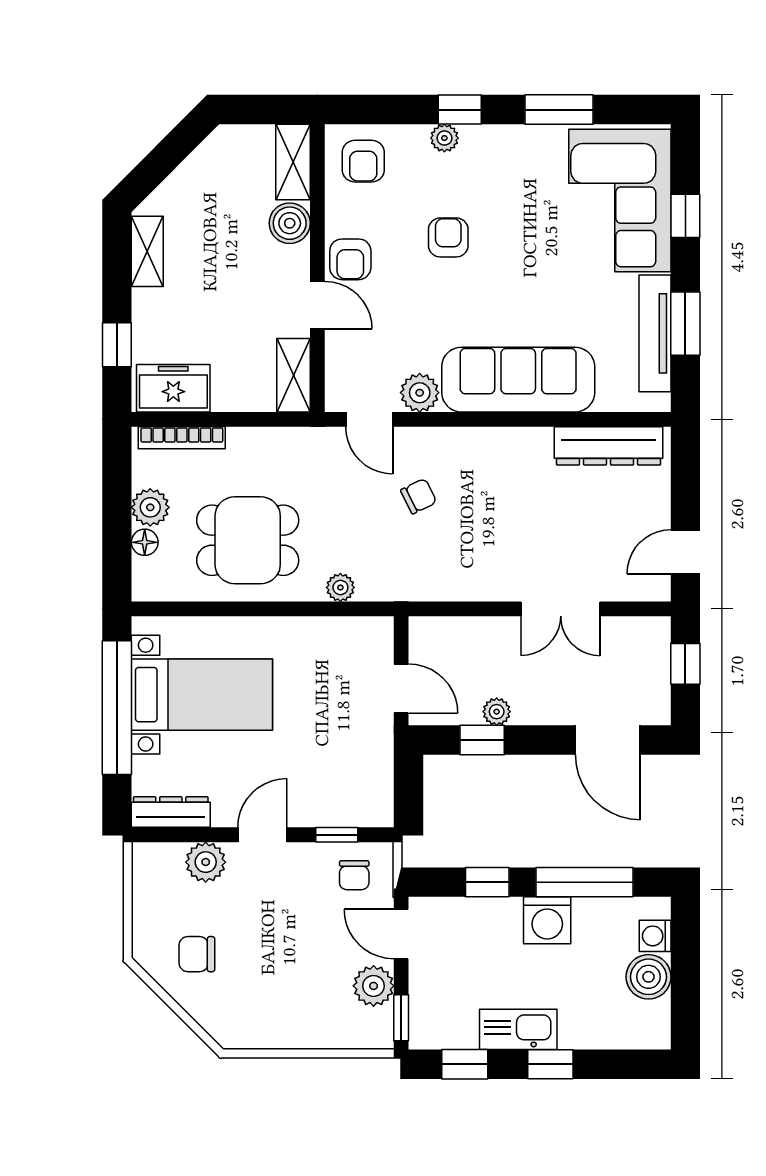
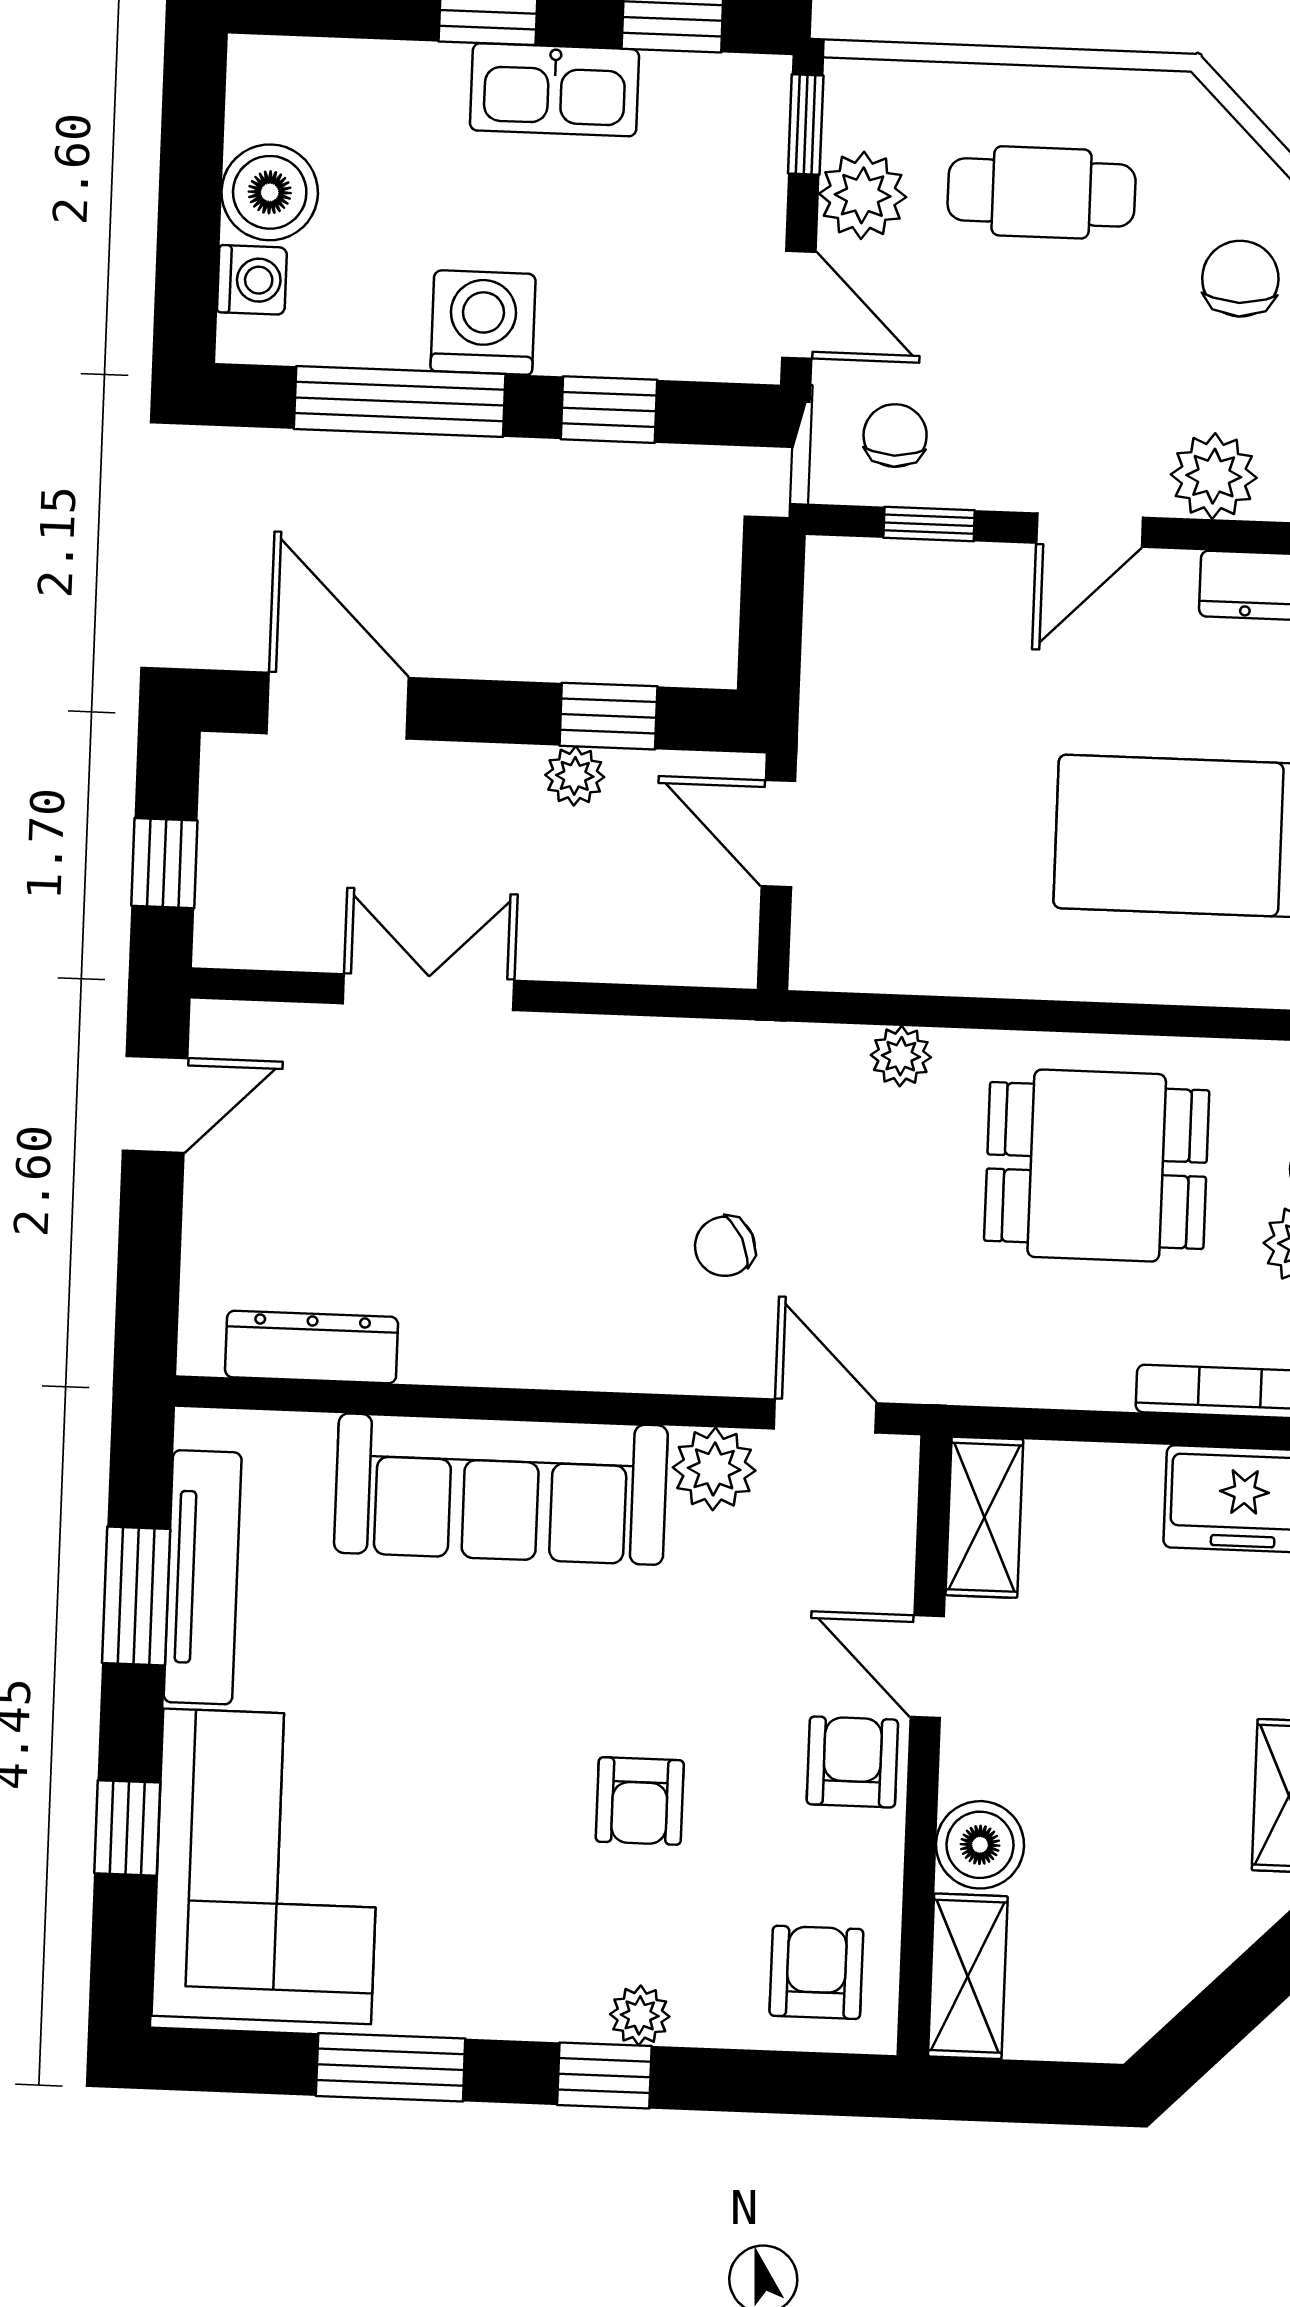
dresser: (608, 446) -> (312, 1347), width x0.73, depth x0.80
chair: (197, 954) -> (1240, 279), turned -90
cafe table: (291, 991) -> (1042, 192), added

